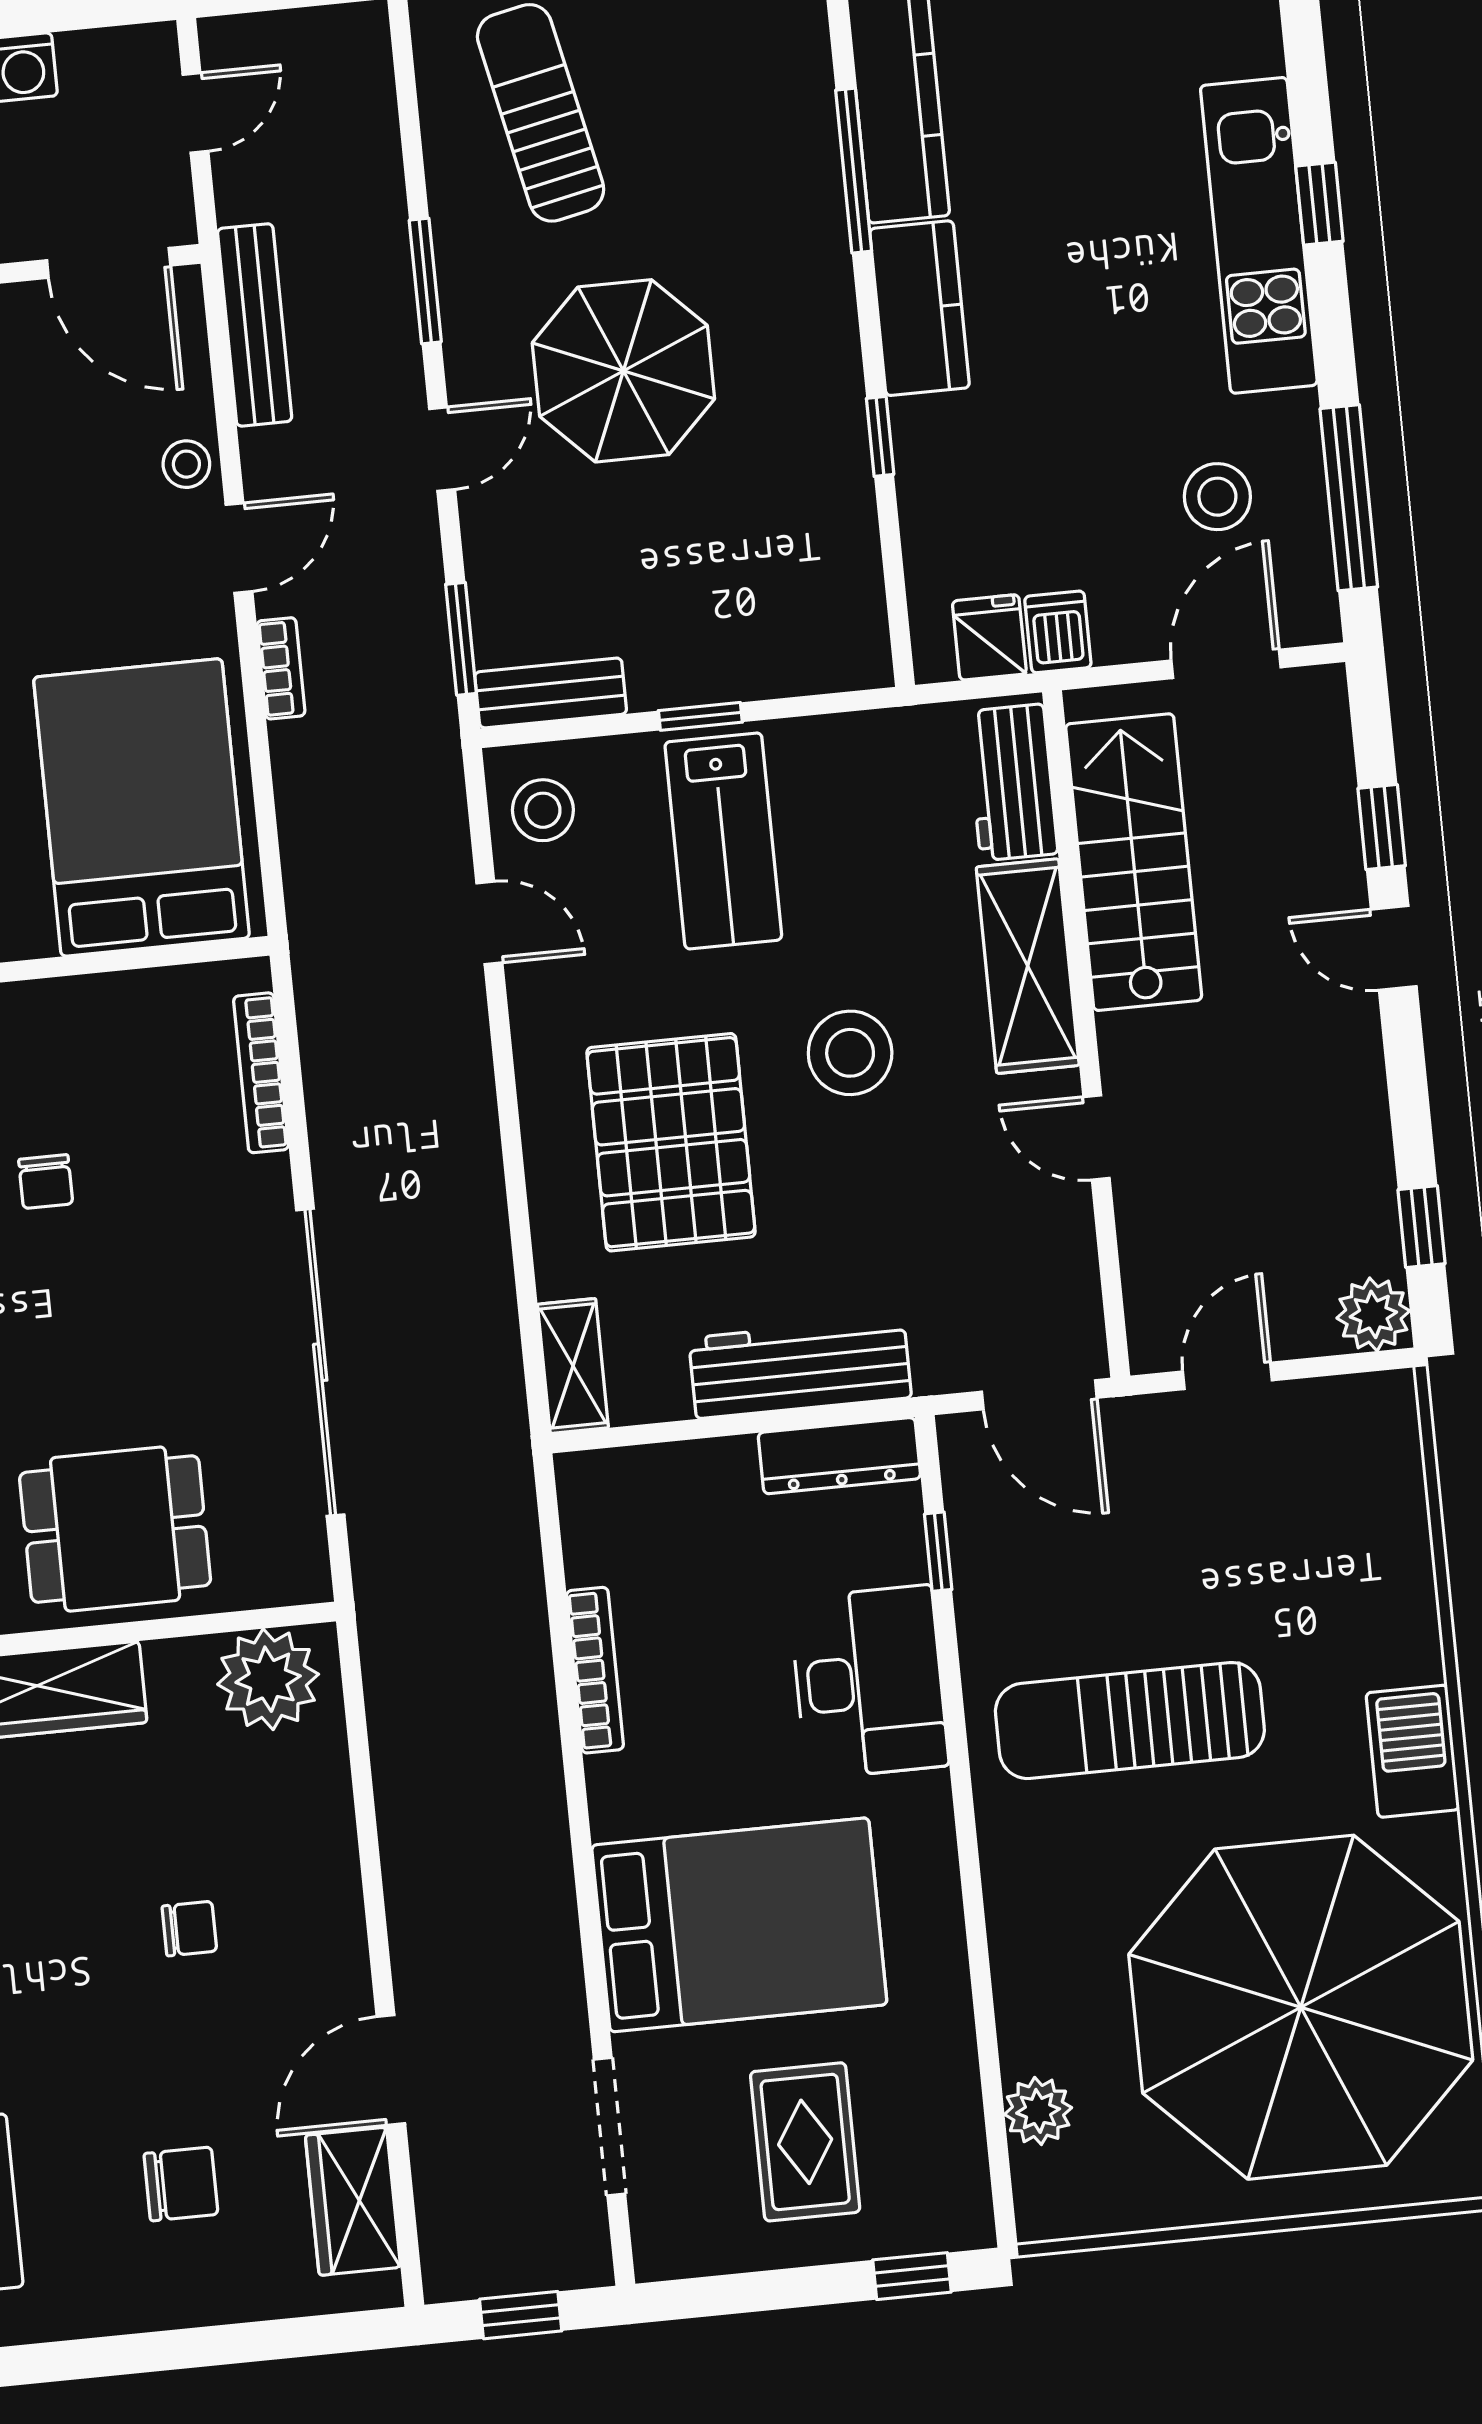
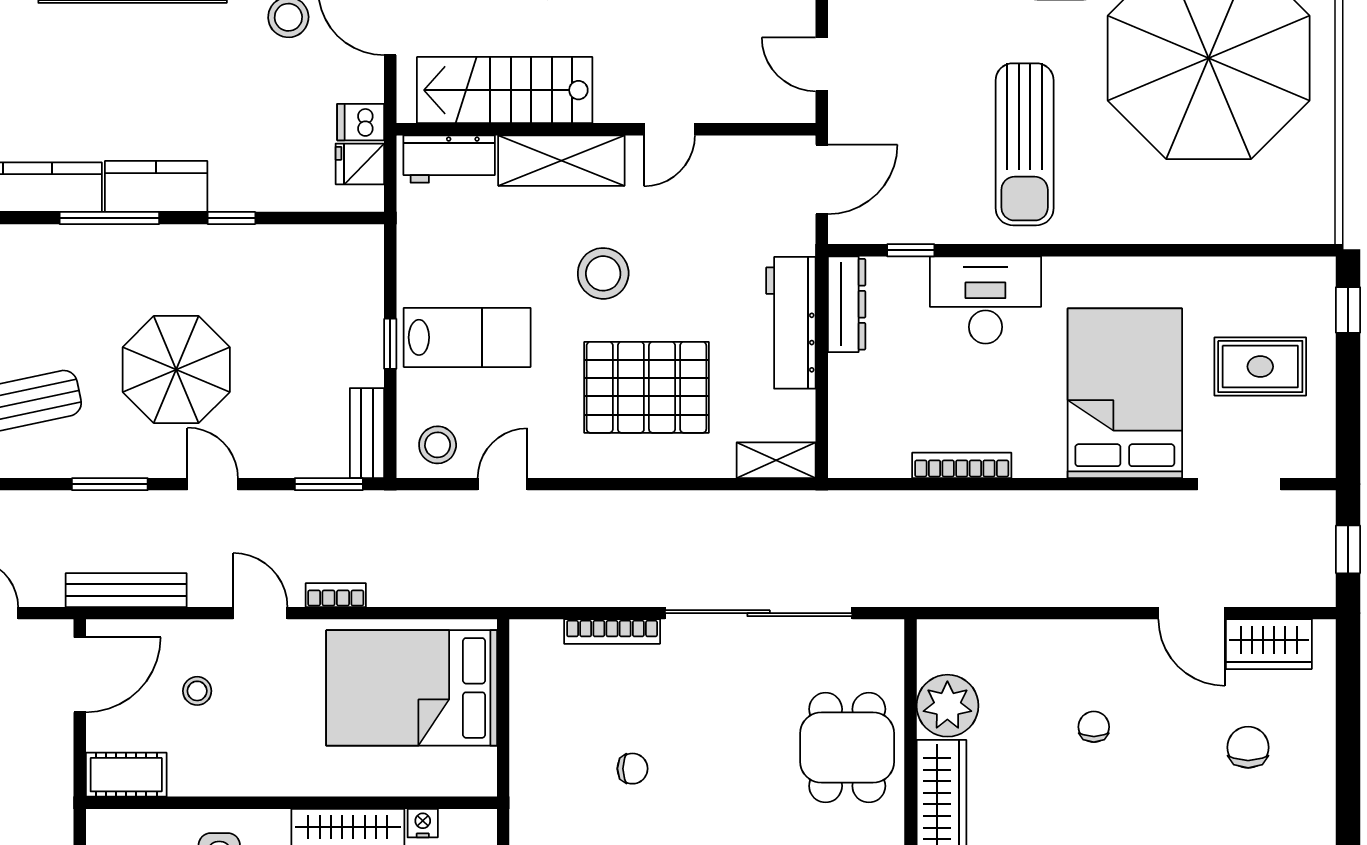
window: (854, 171) -> (109, 218), moved
stool: (186, 464) -> (197, 691), moved
bookcase: (261, 1073) -> (612, 632), moved
plant: (268, 1679) -> (947, 706), moved
plant: (1038, 2111) -> (1256, 224), removed

